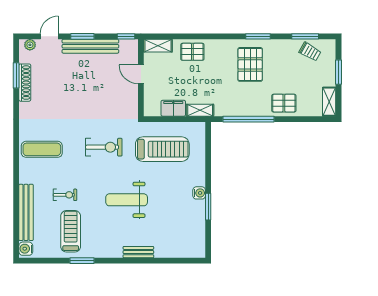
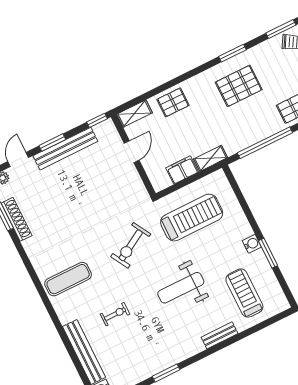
pallet: (250, 64) -> (239, 86), turned 90
door: (141, 74) -> (132, 152), swing flipped
exercise bike: (104, 147) -> (131, 245), turned 150
treadmill: (71, 231) -> (244, 293), moved

